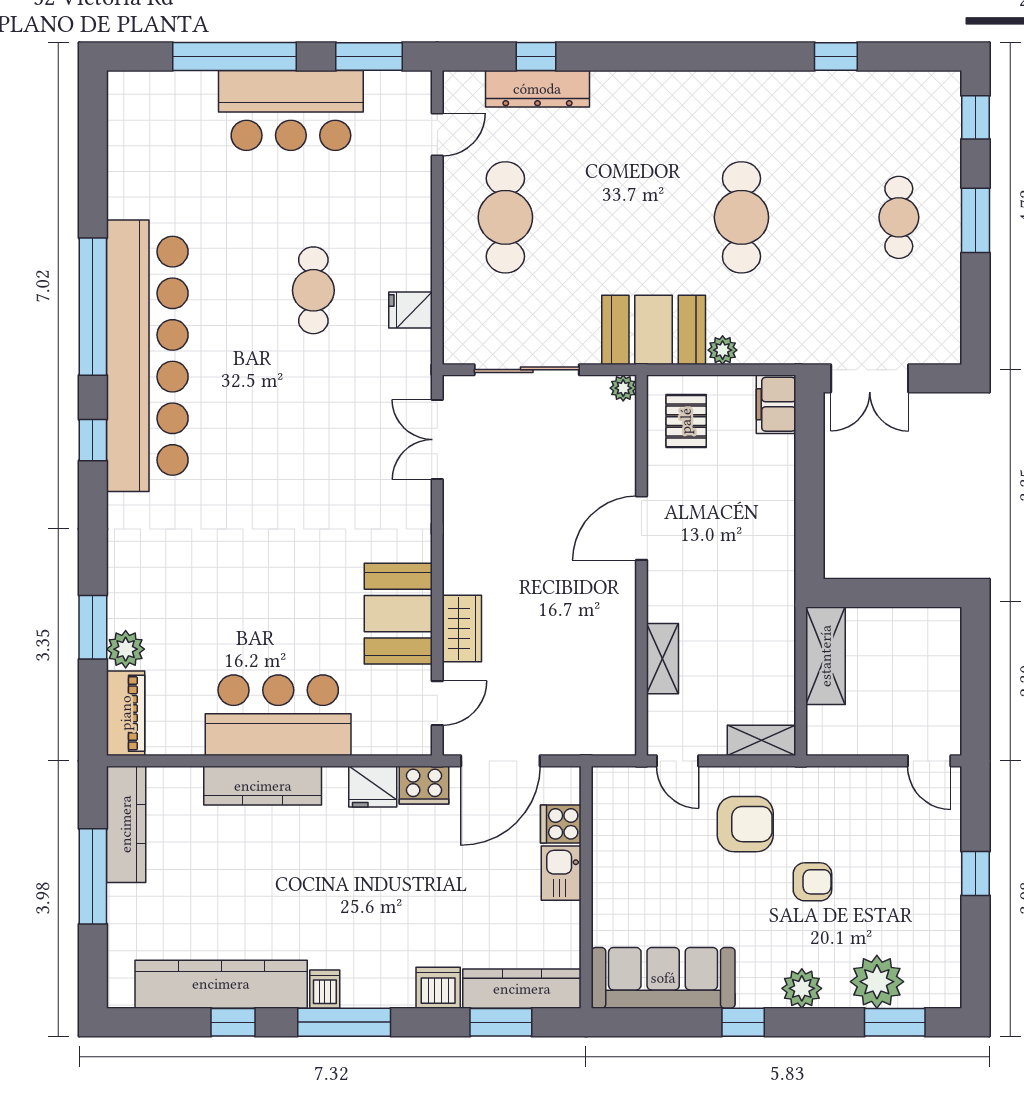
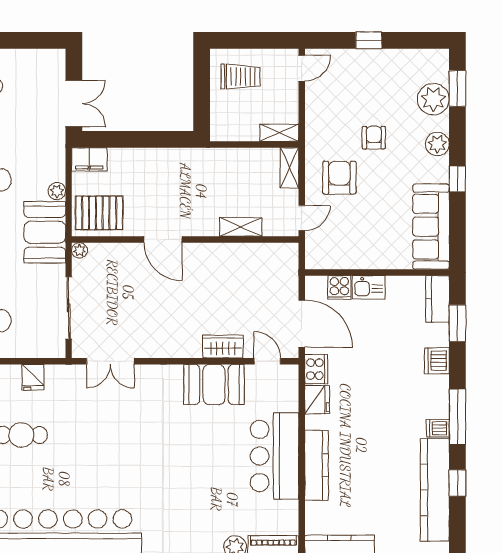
pallet: (686, 421) -> (99, 213), width x1.50, depth x1.42
shelving: (826, 656) -> (279, 133), moved, width x0.67, depth x0.75
trolley: (915, 658) -> (240, 76), added
kitchen counter: (522, 989) -> (437, 299), width x0.67

